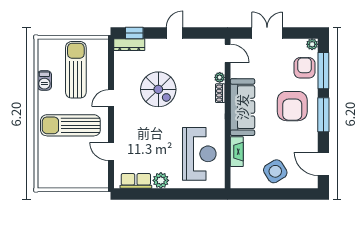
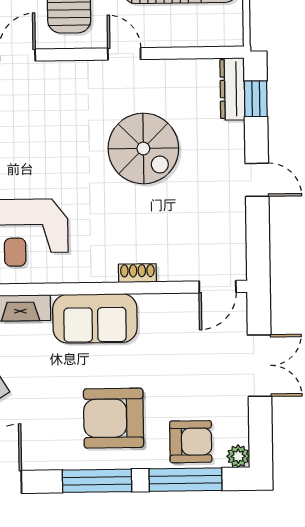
plant: (220, 77) -> (169, 271), removed
spiral stairs: (158, 89) -> (143, 148), turned -90
sofa: (242, 107) -> (95, 318), width x0.73

